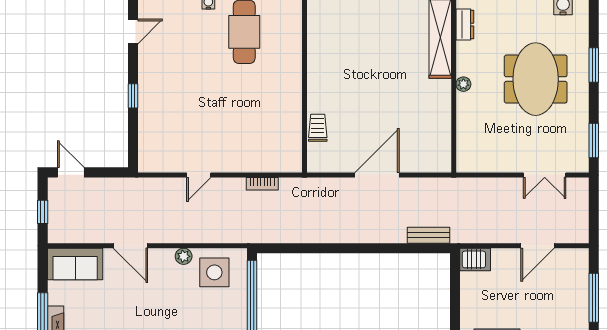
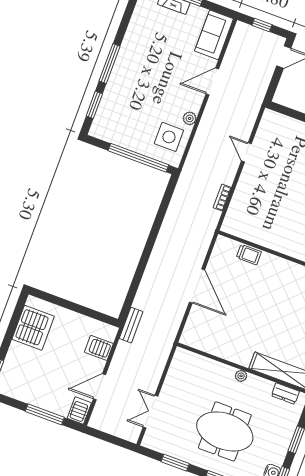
window: (594, 140) -> (175, 463), moved
bench: (428, 235) -> (131, 325), moved
door: (538, 246) -> (99, 387), hinge flipped
server rack: (475, 259) -> (99, 348), moved, turned 90
server rack: (574, 259) -> (79, 411), added

